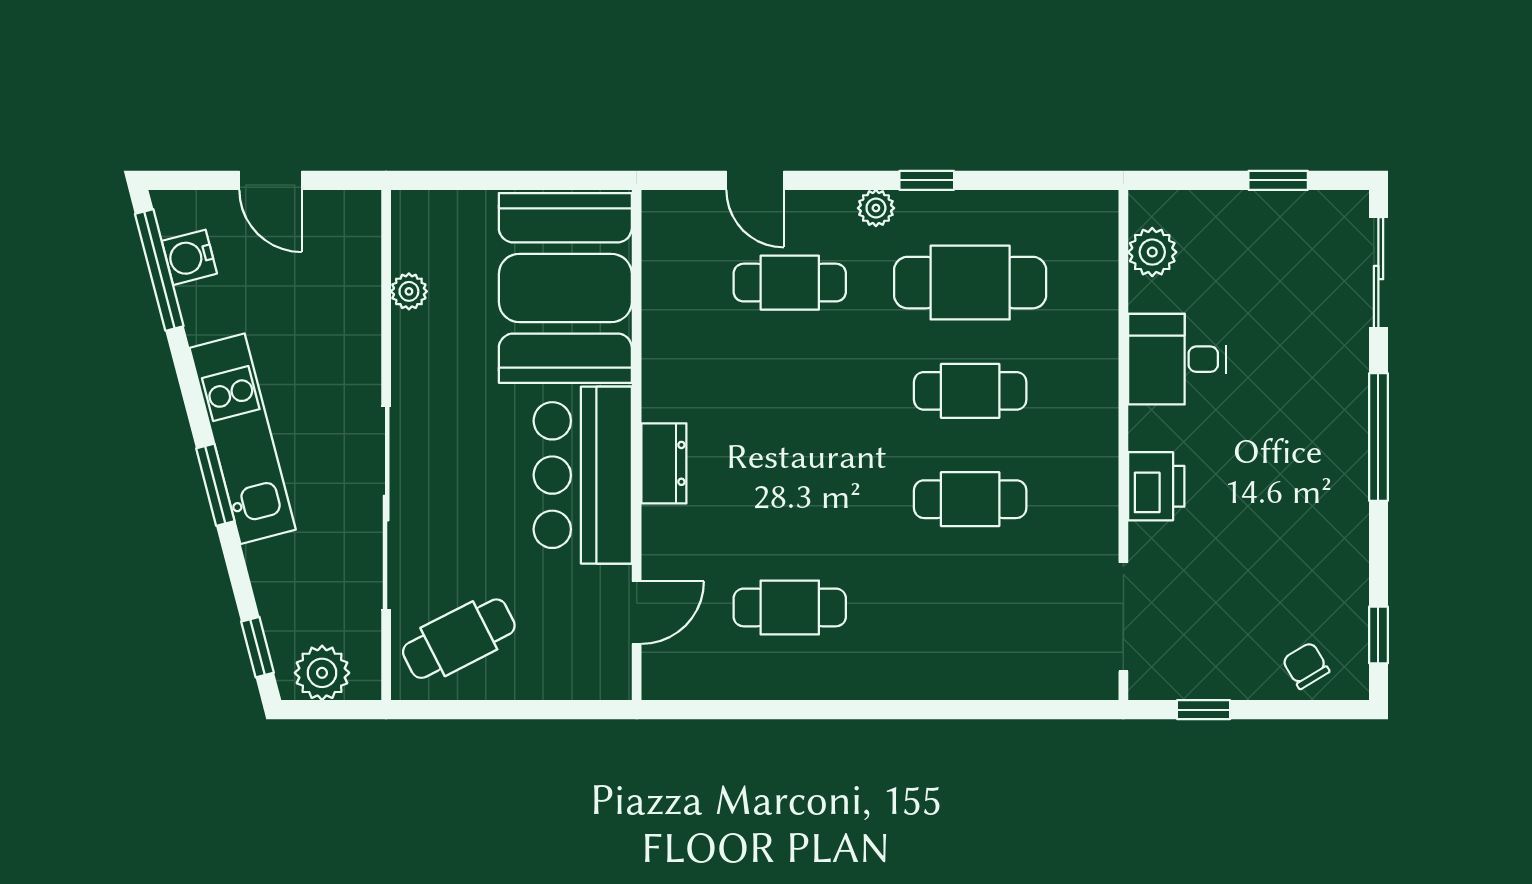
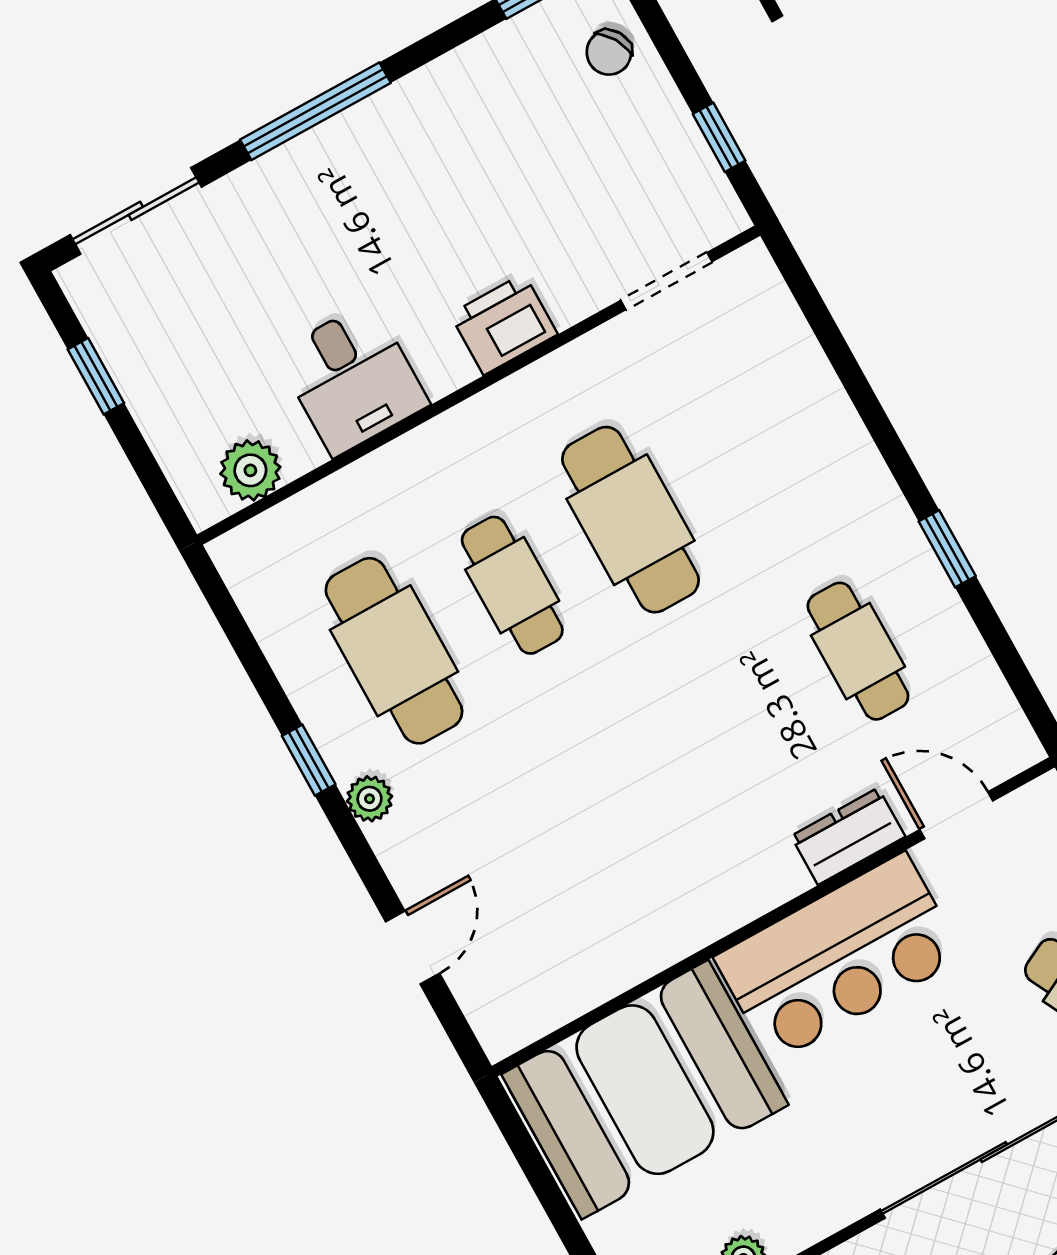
cafe table: (790, 283) -> (503, 848), removed
dresser: (664, 463) -> (848, 836), moved
cafe table: (970, 499) -> (631, 520), width x1.37, depth x1.35
doorway: (1123, 617) -> (666, 281), width x0.73
window: (827, 710) -> (947, 549), added

